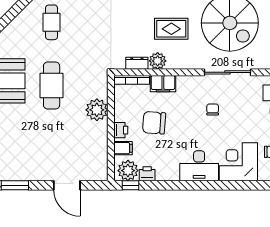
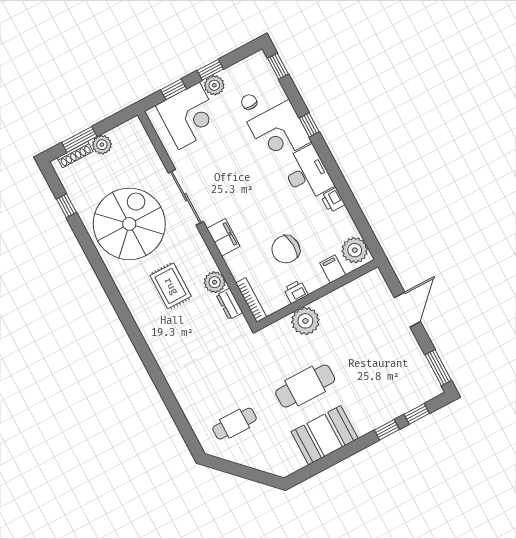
filing cabinet: (163, 84) -> (223, 237), moved
chair: (213, 110) -> (236, 192), removed
chair: (154, 123) -> (286, 249), turned 82
printer: (121, 130) -> (296, 292), moved
printer: (147, 174) -> (333, 200), moved
window: (130, 185) -> (309, 125), moved

